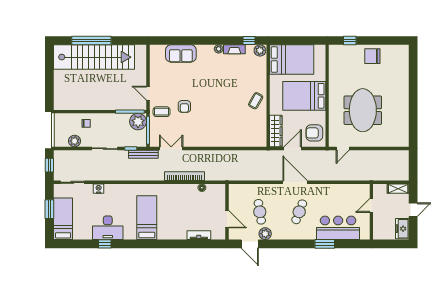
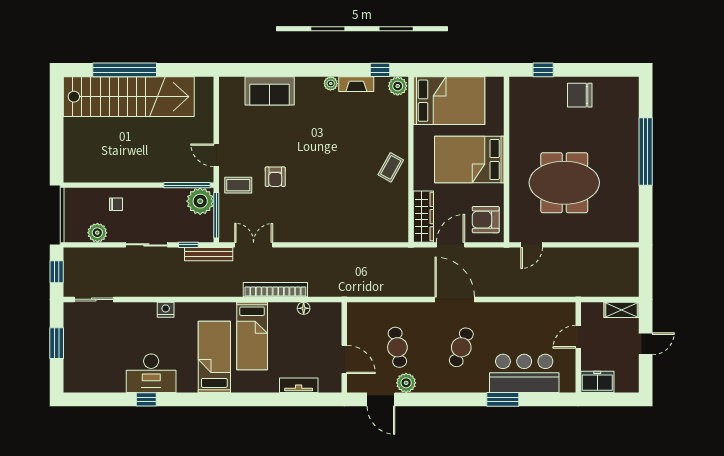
window: (413, 91) -> (646, 152), added
meeting table: (363, 110) -> (564, 183), turned 90
nightstand: (99, 189) -> (166, 310), moved
bed: (63, 219) -> (252, 336), moved, turned 180
freezer: (402, 229) -> (597, 382), moved, turned 90

